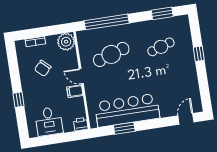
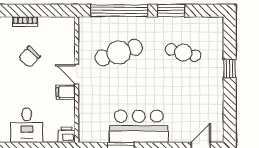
window: (162, 13) -> (171, 11), moved
plant: (66, 42) -> (64, 28), removed
cafe table: (161, 47) -> (183, 53), turned 33
bar counter: (127, 110) -> (139, 126), width x0.73

